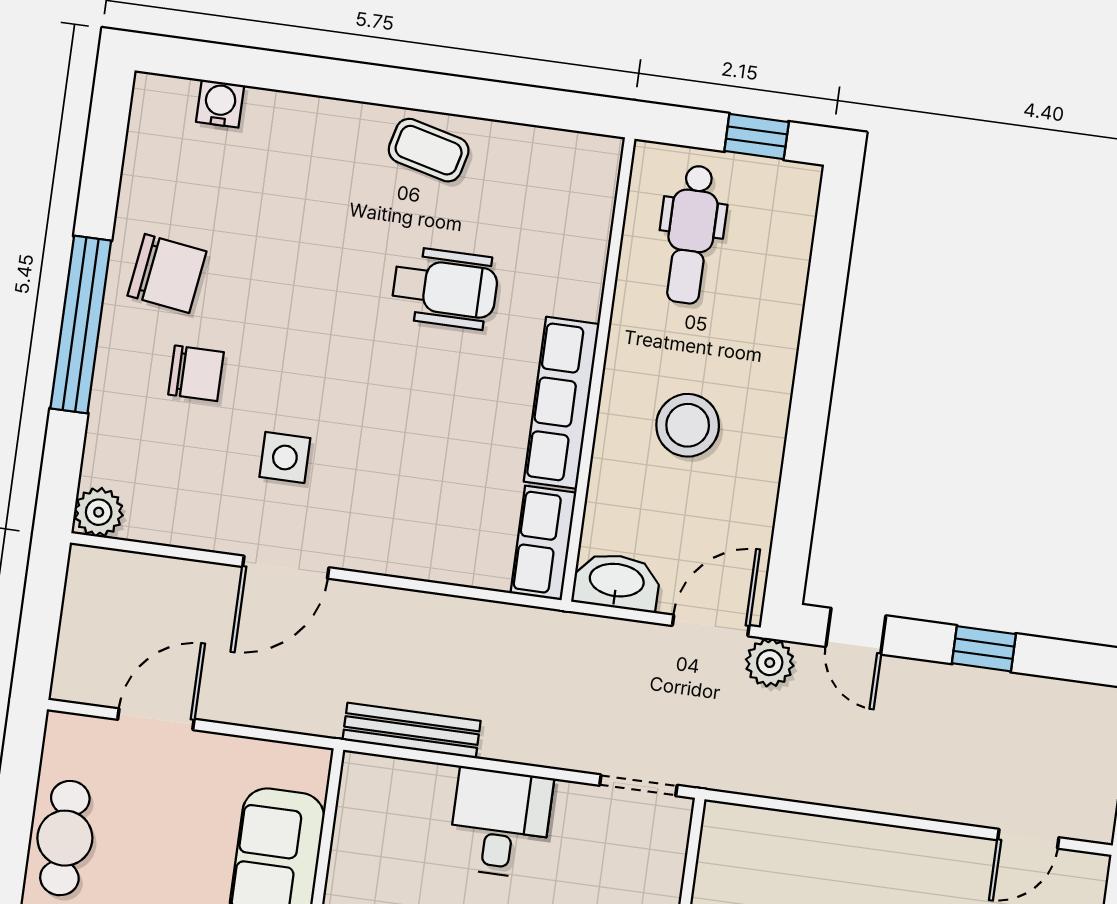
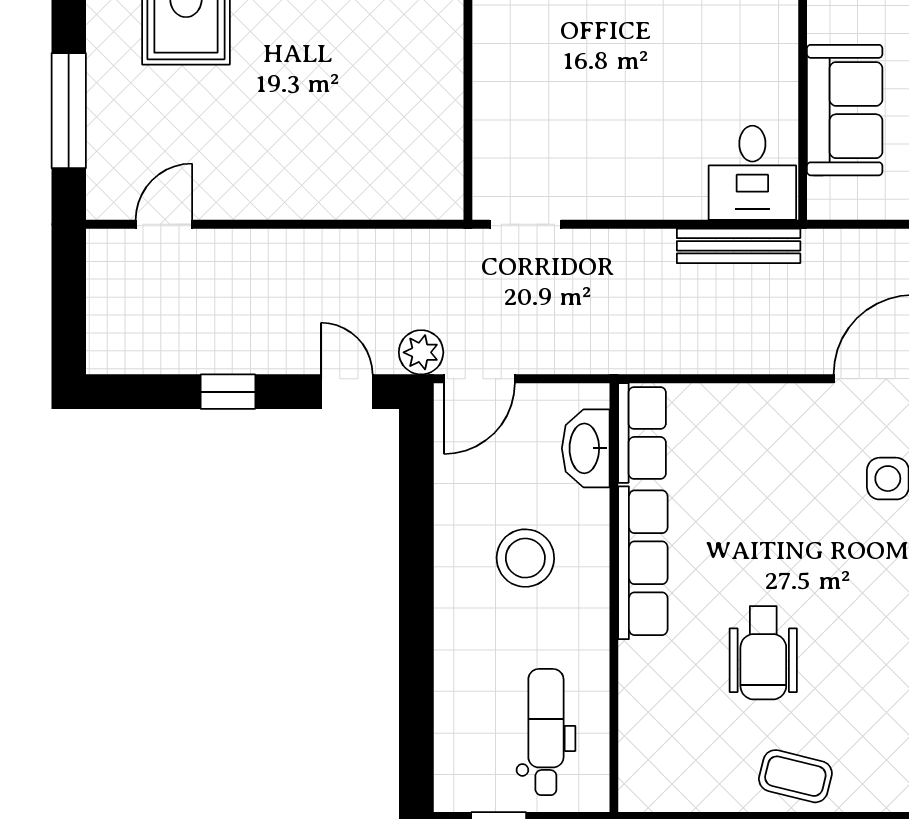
wheelchair: (445, 288) -> (763, 653), turned -90
washbasin: (617, 582) -> (586, 448), moved, turned 90
desk: (500, 823) -> (752, 173), moved

